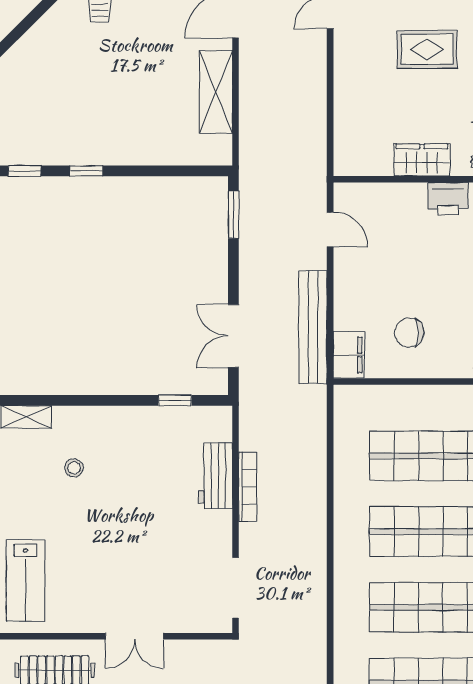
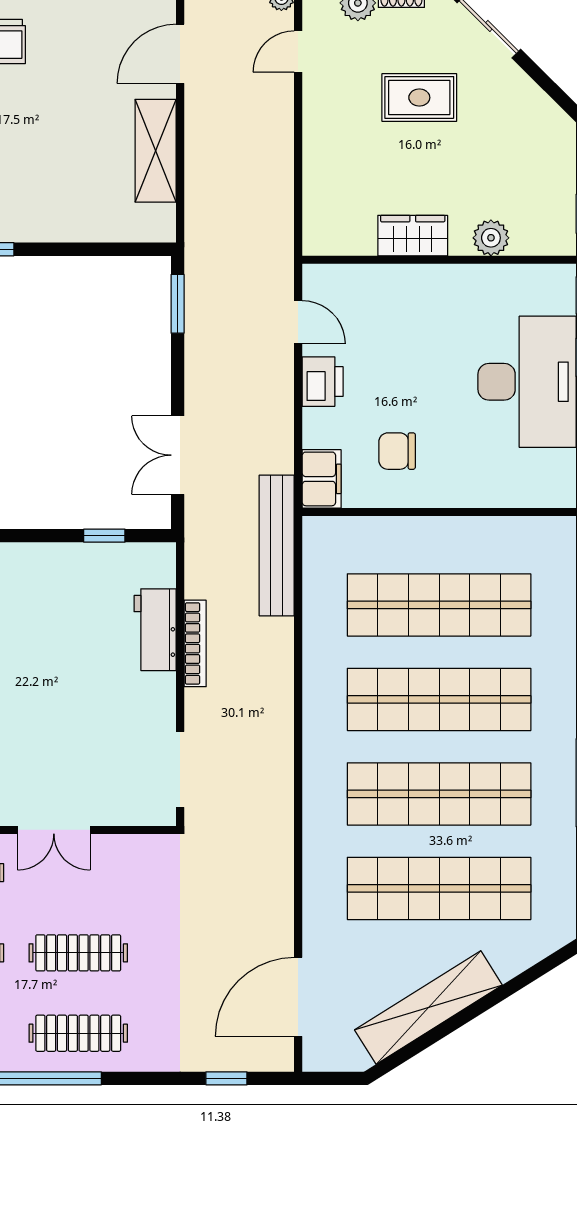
printer: (448, 199) -> (323, 382), moved, turned -90
bench: (313, 327) -> (277, 545), moved

